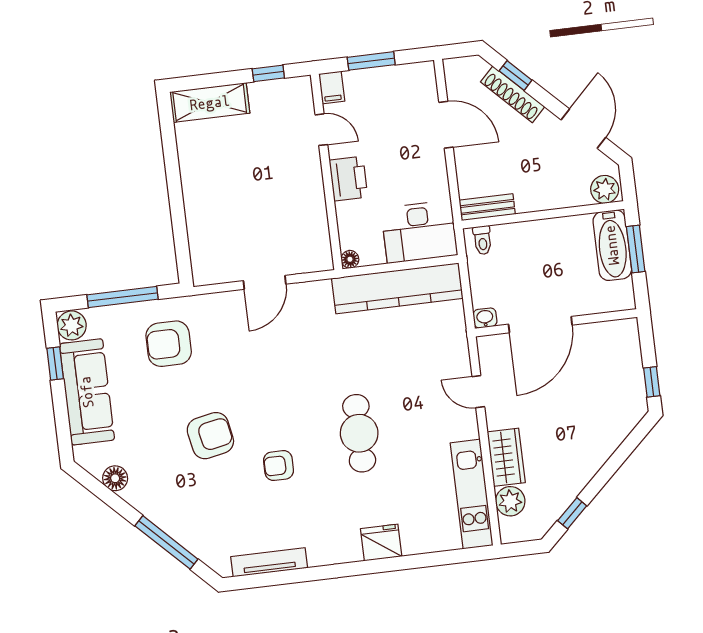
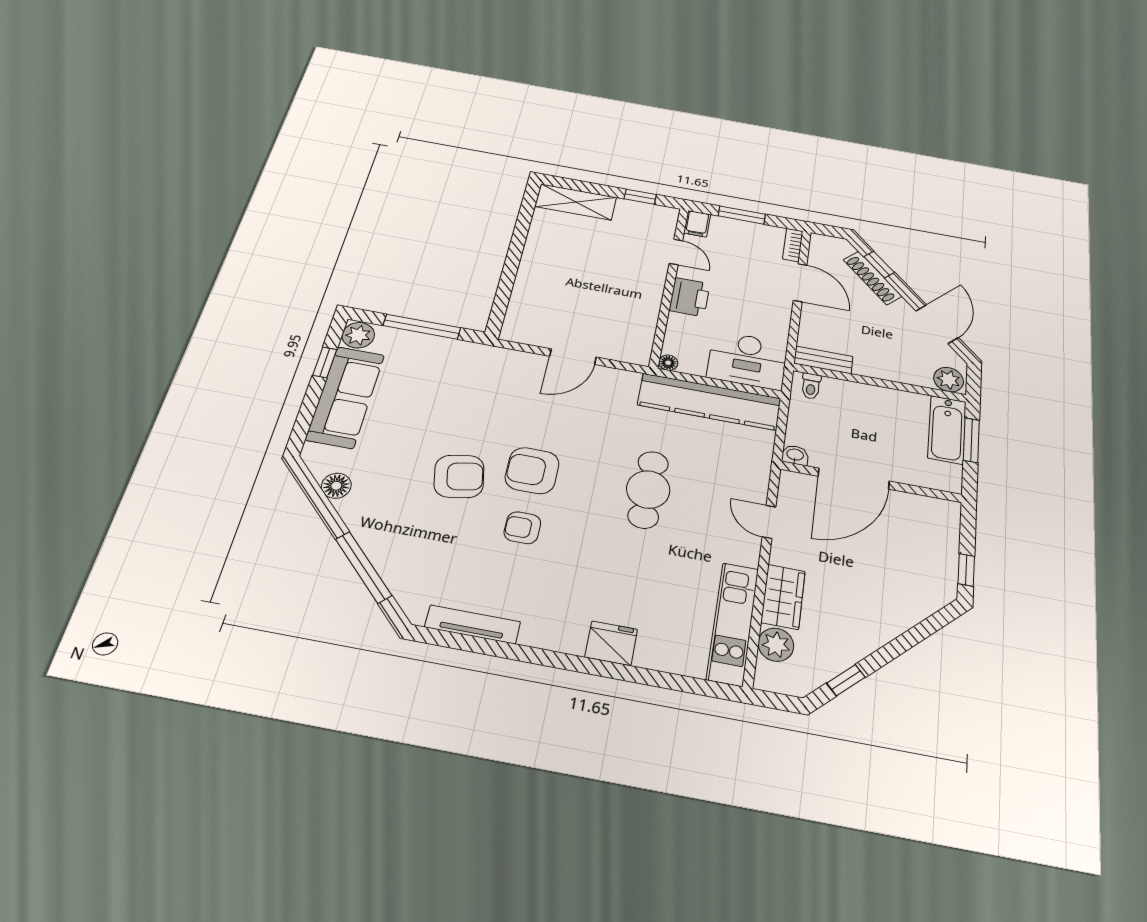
bookcase: (429, 81) -> (793, 245), added
armchair: (169, 344) -> (532, 471), moved
cafe table: (359, 433) -> (648, 489), moved

